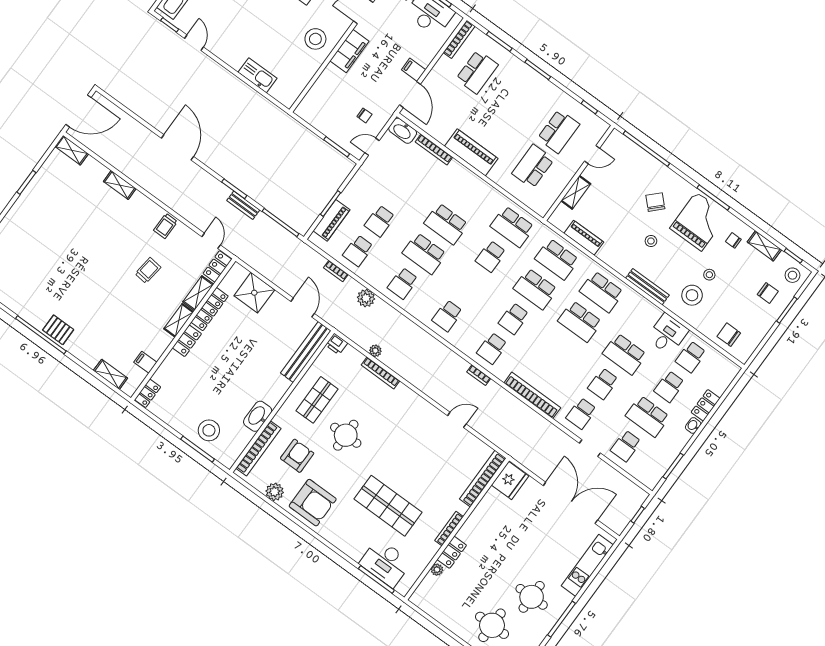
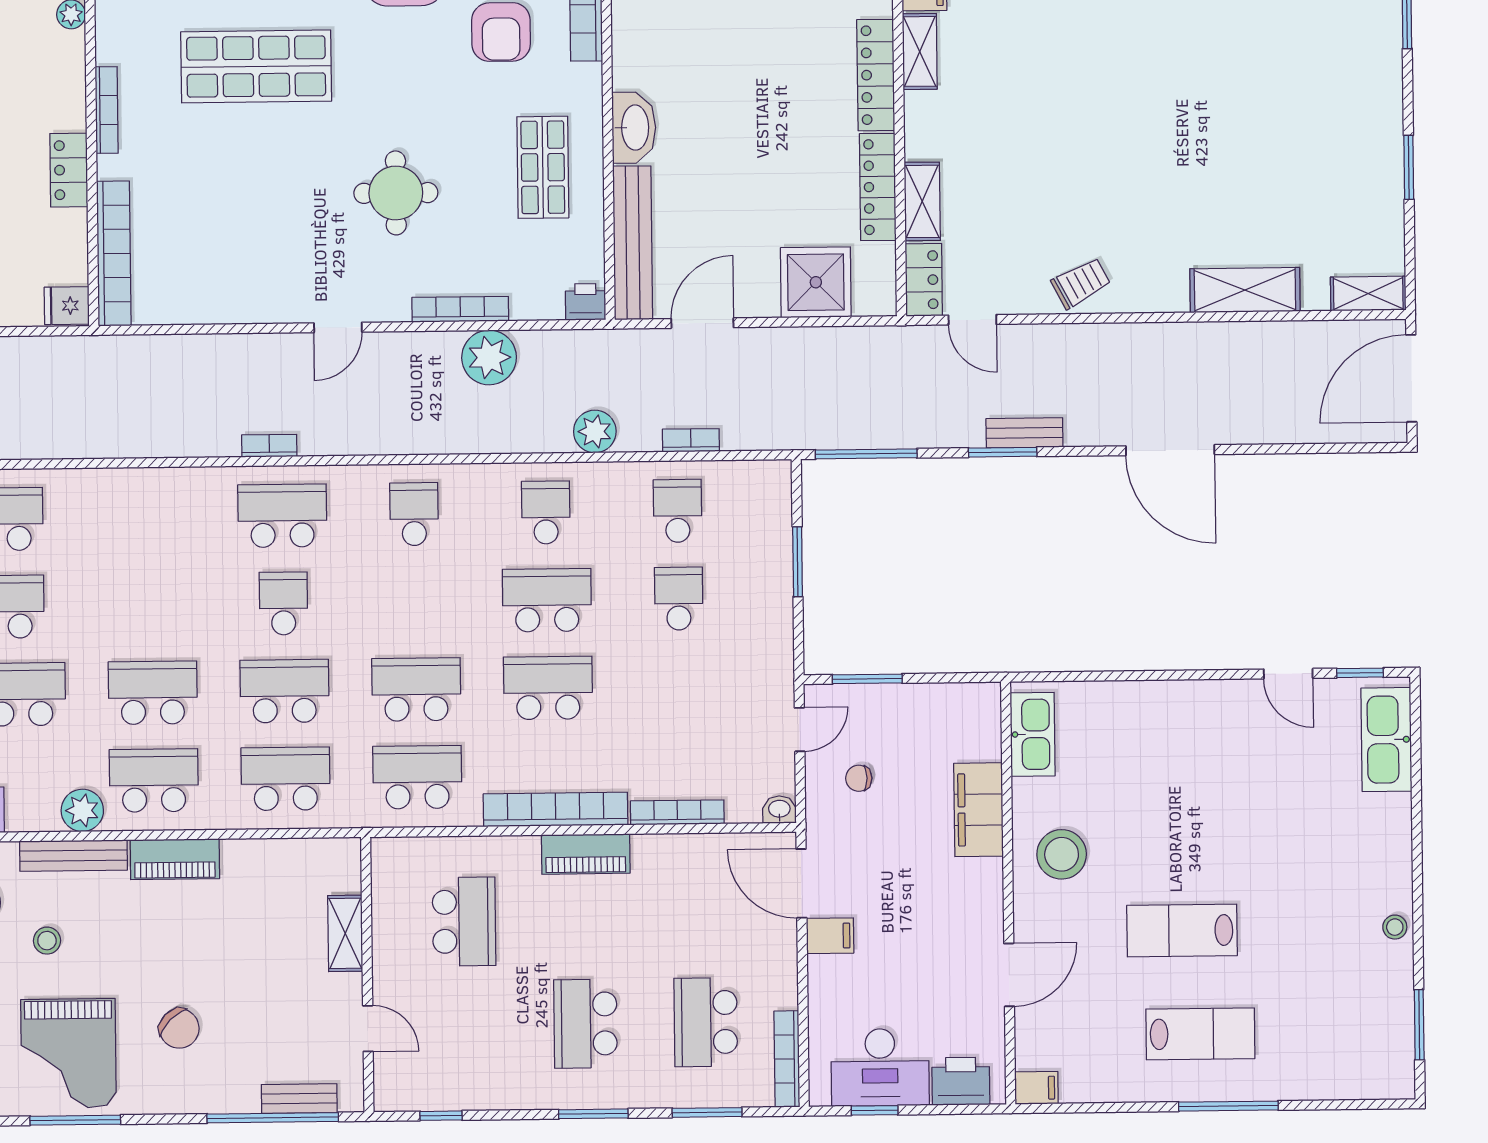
filing cabinet: (349, 51) -> (978, 810), moved
kitchen sink: (258, 75) -> (1033, 734), moved, turned -90
washbasin: (403, 131) -> (779, 810), width x0.52, depth x0.69
school desk: (558, 131) -> (586, 1024), moved
bench: (633, 148) -> (299, 1099), added
piano: (471, 152) -> (586, 854), width x0.73, depth x0.75
door: (592, 155) -> (368, 1029), swing flipped
shelving: (120, 185) -> (1245, 290), width x1.50, depth x1.33
bench: (243, 205) -> (1024, 433), moved
piano: (332, 220) -> (772, 531), removed
trolley: (166, 226) -> (1081, 283), turned 62
piano: (584, 238) -> (175, 859), moved
stool: (651, 241) -> (47, 941), moved
school desk: (491, 256) -> (416, 690), width x1.85
trolley: (148, 270) -> (1051, 173), removed
plant: (633, 300) -> (82, 810), added
door: (303, 308) -> (702, 323), swing flipped
shelving: (179, 320) -> (920, 51), moved
locker: (187, 341) -> (876, 75), width x1.53
school desk: (492, 348) -> (282, 516), width x1.85
plant: (375, 351) -> (489, 357), width x1.88, depth x1.88
bookcase: (532, 395) -> (556, 809), moved, turned 180
washbasin: (258, 416) -> (634, 128), moved
door: (457, 420) -> (338, 328), moved
round table: (346, 435) -> (396, 193), moved
fridge: (510, 480) -> (67, 306), width x0.53, depth x0.75
locker: (452, 552) -> (69, 170), moved

